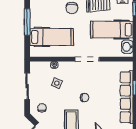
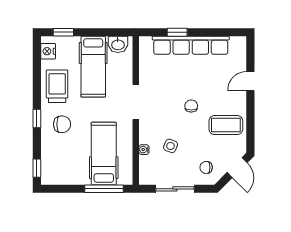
window: (27, 22) -> (104, 189), moved

